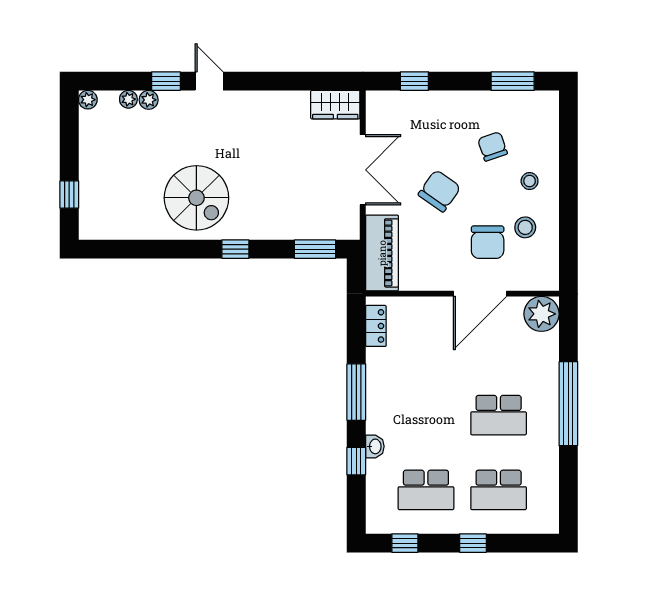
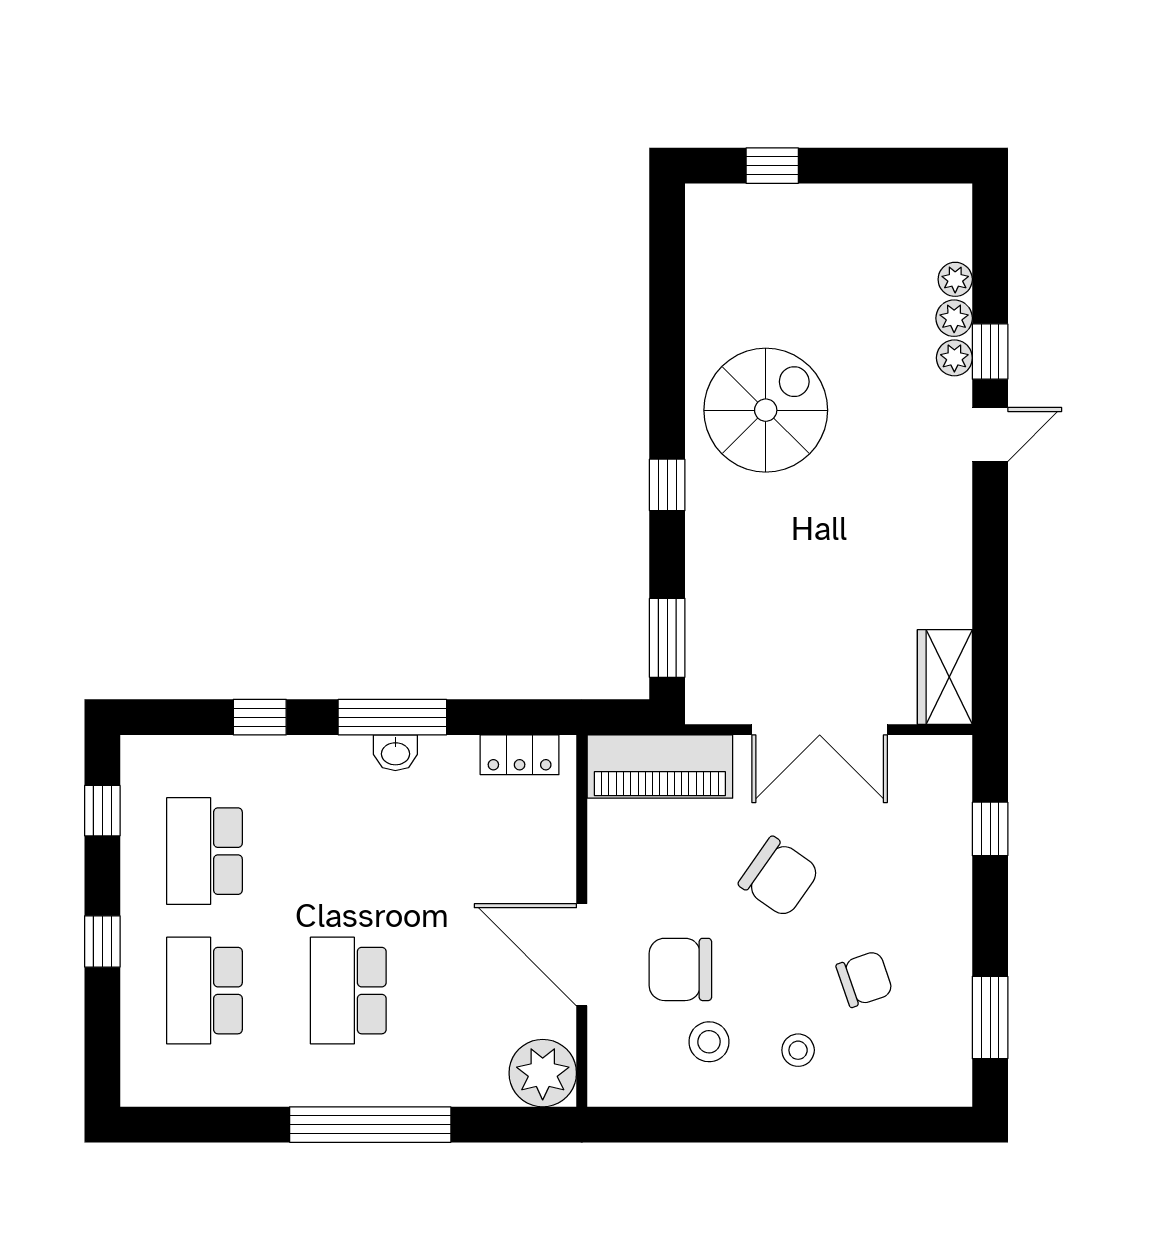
plant: (88, 100) -> (954, 358), moved
spiral stairs: (196, 198) -> (766, 410), turned 180
washbasin: (375, 446) -> (395, 753), moved

